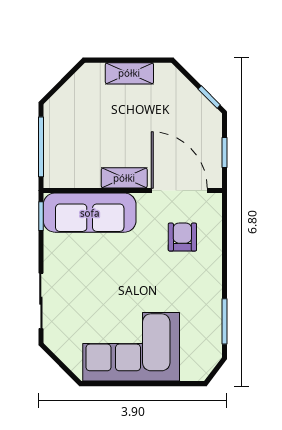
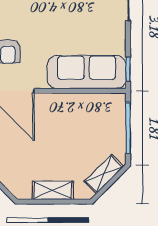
shelving: (124, 178) -> (104, 174), moved, turned -45

